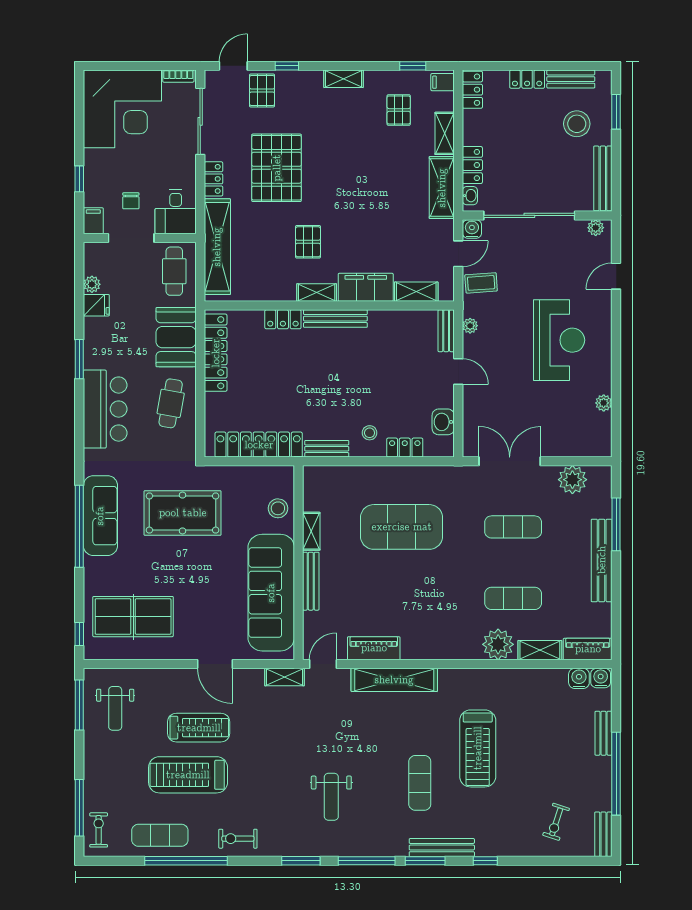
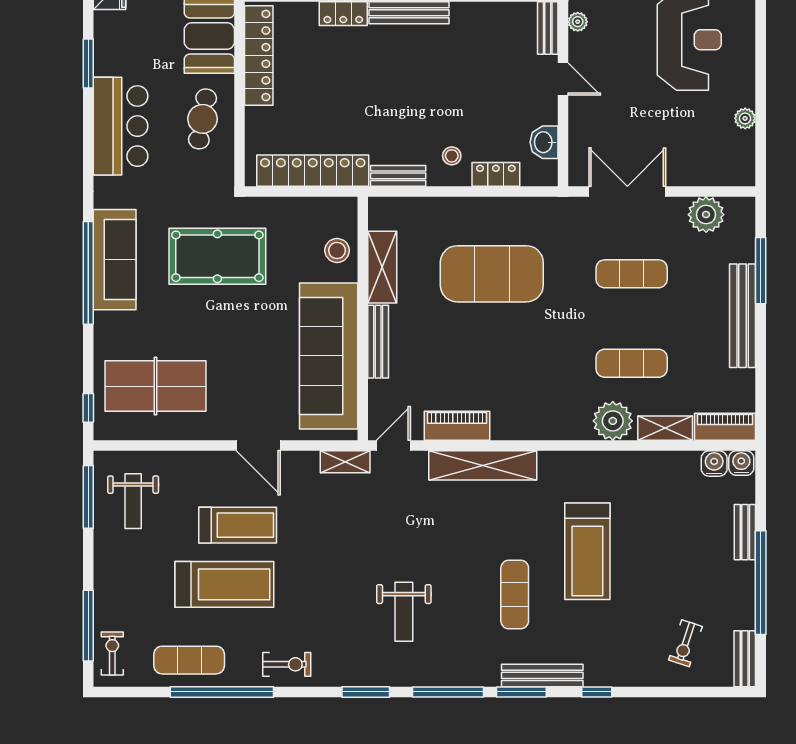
shelving: (311, 531) -> (382, 267), width x1.50, depth x1.33
treadmill: (188, 775) -> (224, 584), turned 180
exercise bike: (238, 839) -> (287, 664), turned 180

